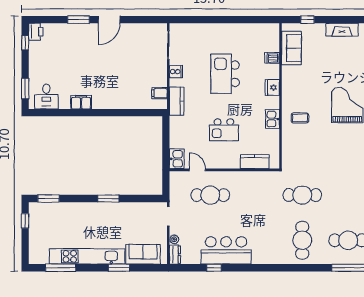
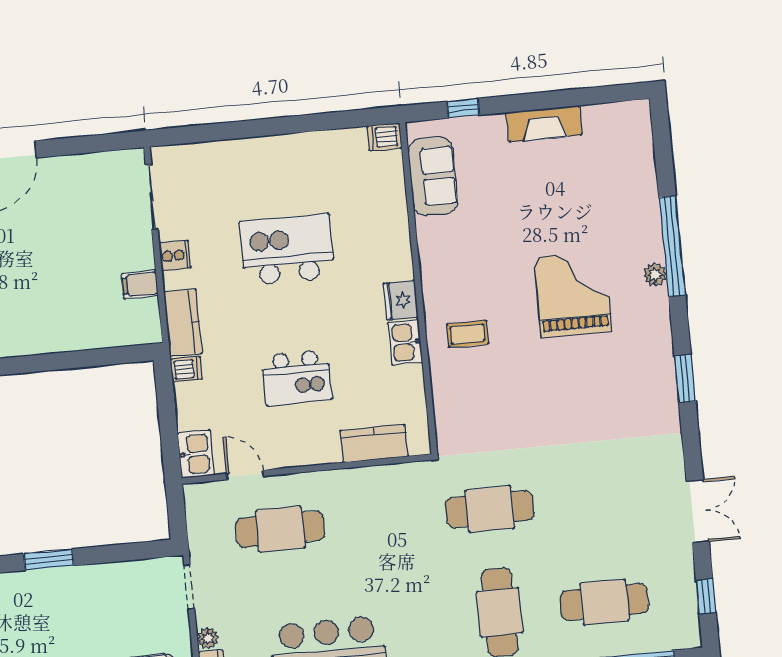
dishwasher: (272, 58) -> (384, 137), moved
kitchen island: (225, 74) -> (287, 250), turned 90
fridge: (272, 87) -> (401, 300), moved
filing cabinet: (160, 93) -> (140, 285), moved
dishwasher: (176, 121) -> (186, 369), added

